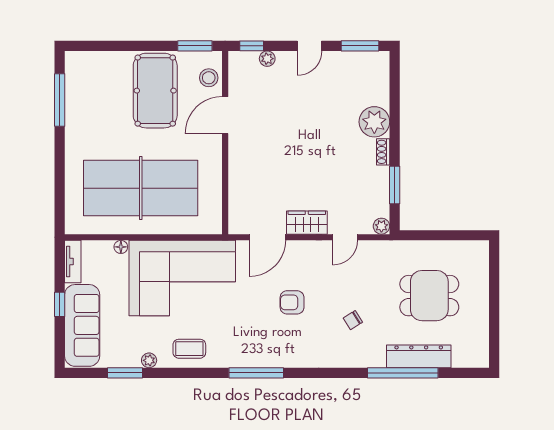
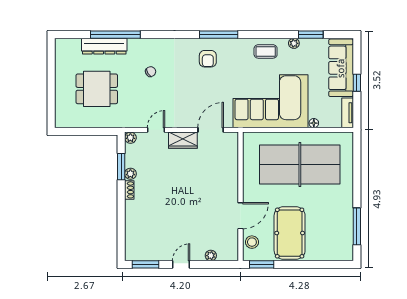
window: (252, 46) -> (222, 264), removed
plant: (374, 122) -> (130, 174), moved, width x0.53, depth x0.53
armchair: (292, 302) -> (208, 59), moved, turned 90

